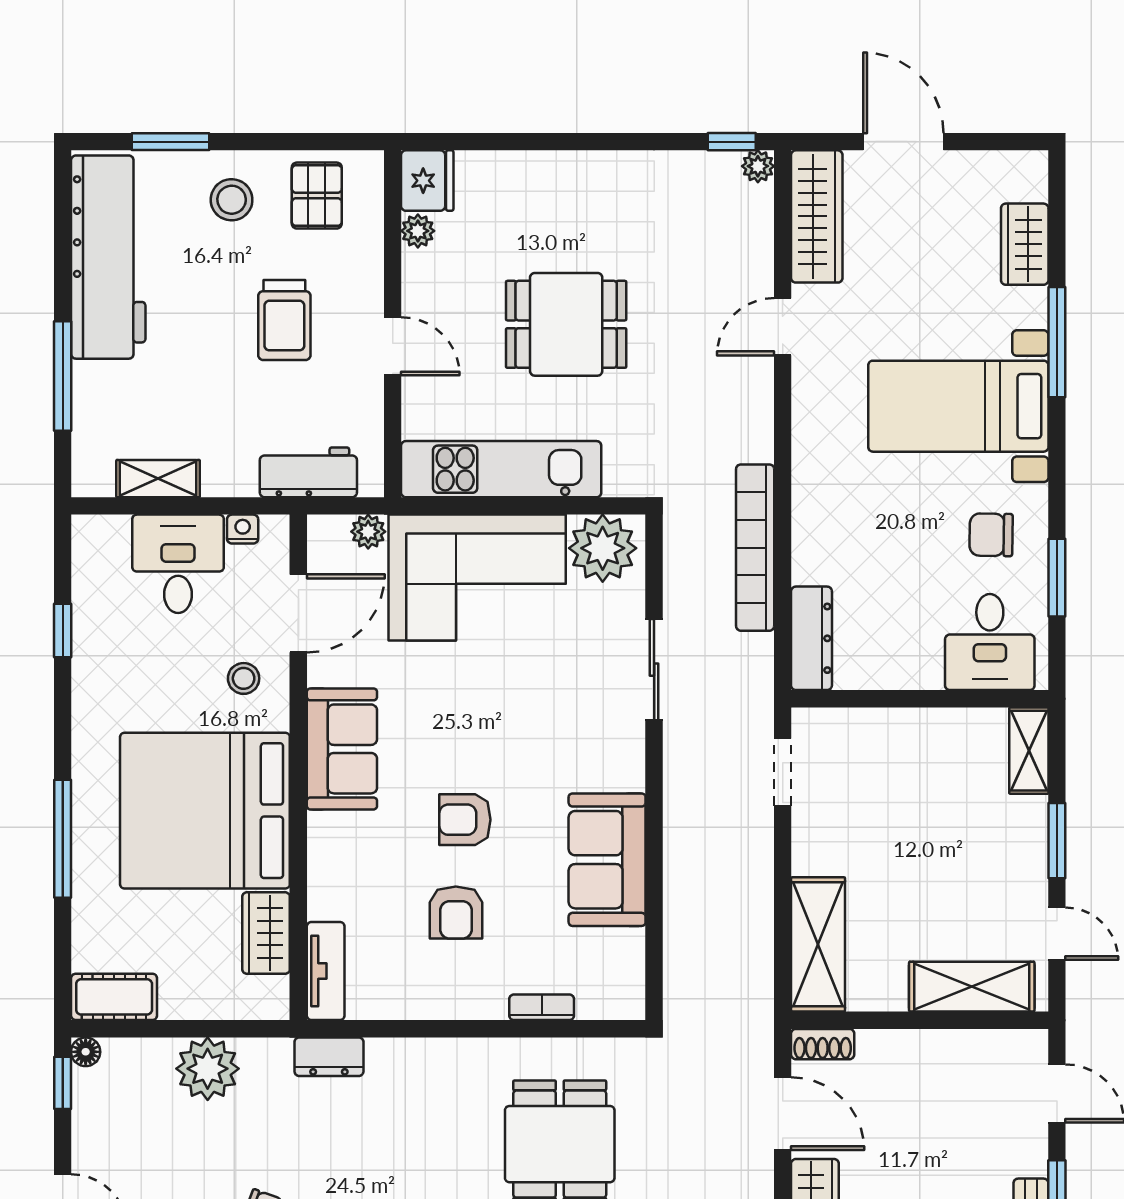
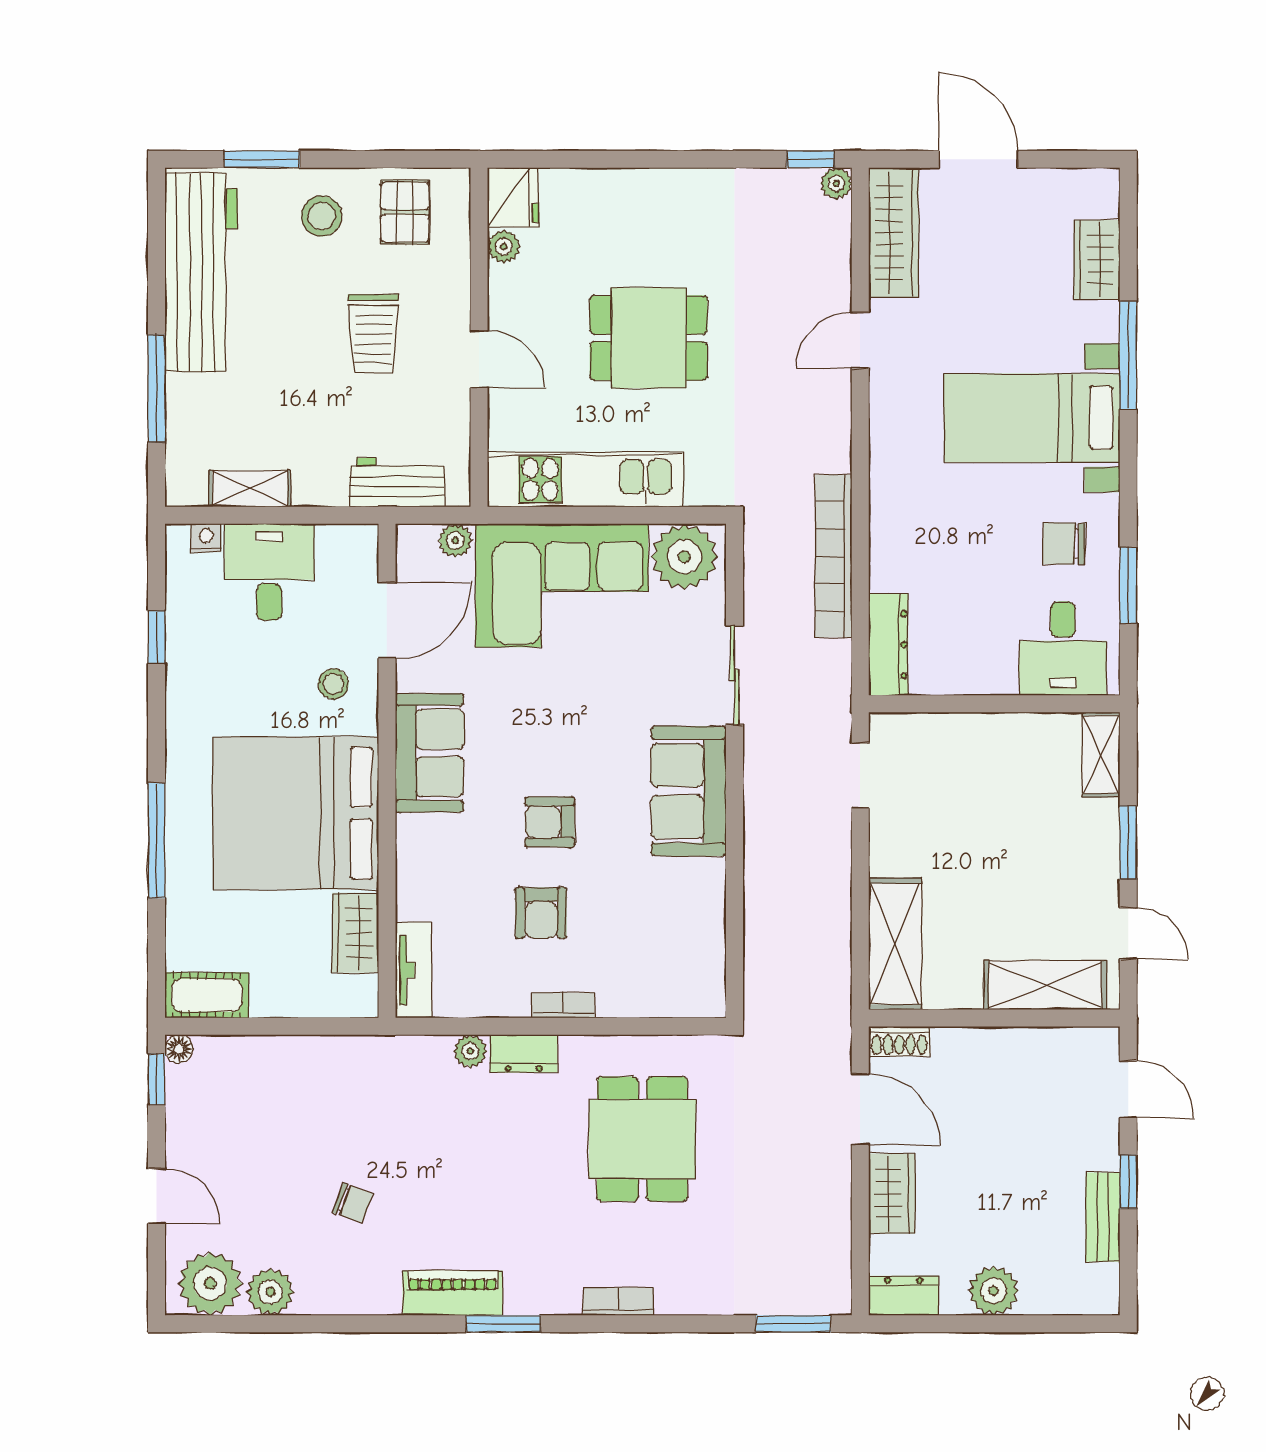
nightstand: (243, 529) -> (206, 538), moved
sofa: (607, 860) -> (689, 791), moved
bookcase: (542, 1007) -> (563, 1005), moved
dresser: (329, 1057) -> (524, 1054), moved
plant: (208, 1069) -> (470, 1051), moved, width x0.53, depth x0.53

